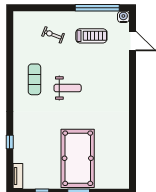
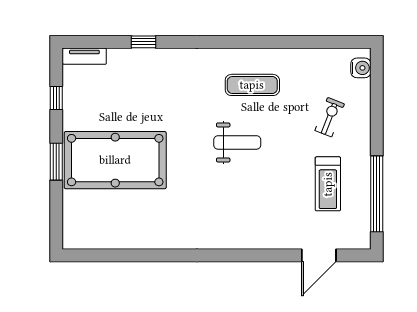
water cooler: (123, 17) -> (361, 68), moved
weight bench: (68, 88) -> (237, 142), turned -90

